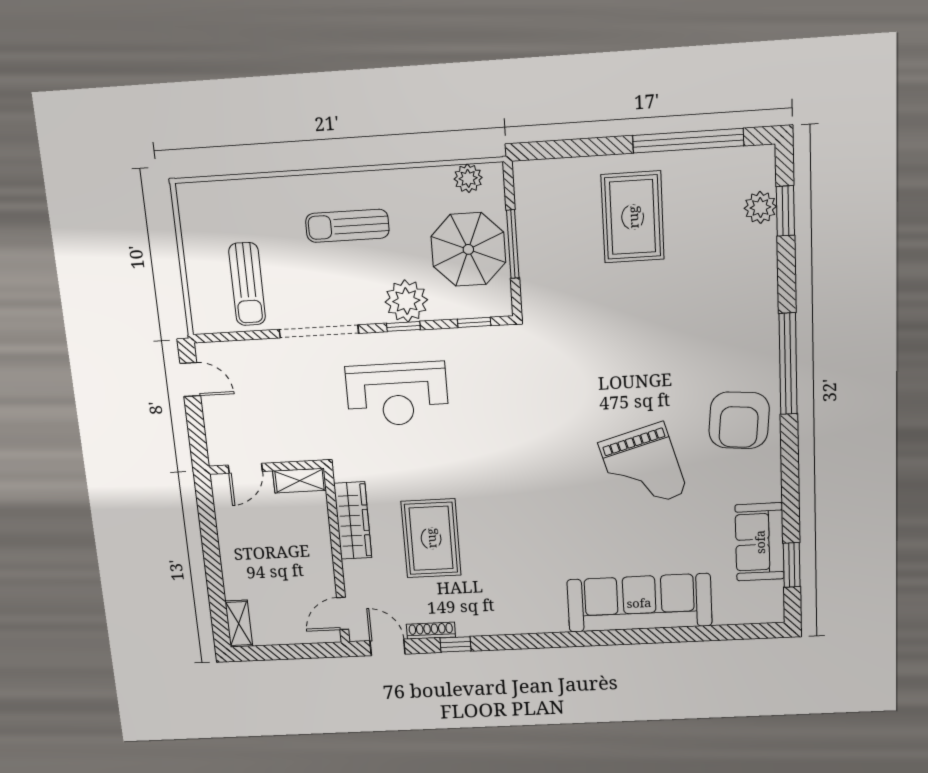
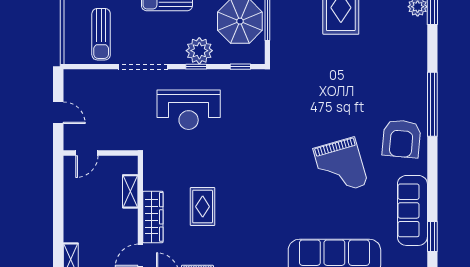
door: (190, 379) -> (58, 113), moved
shelving: (300, 481) -> (130, 191), moved, turned 90
wardrobe: (353, 521) -> (153, 217), moved
rug: (431, 538) -> (203, 207), width x0.73, depth x0.70
sofa: (760, 542) -> (412, 210), width x1.36

